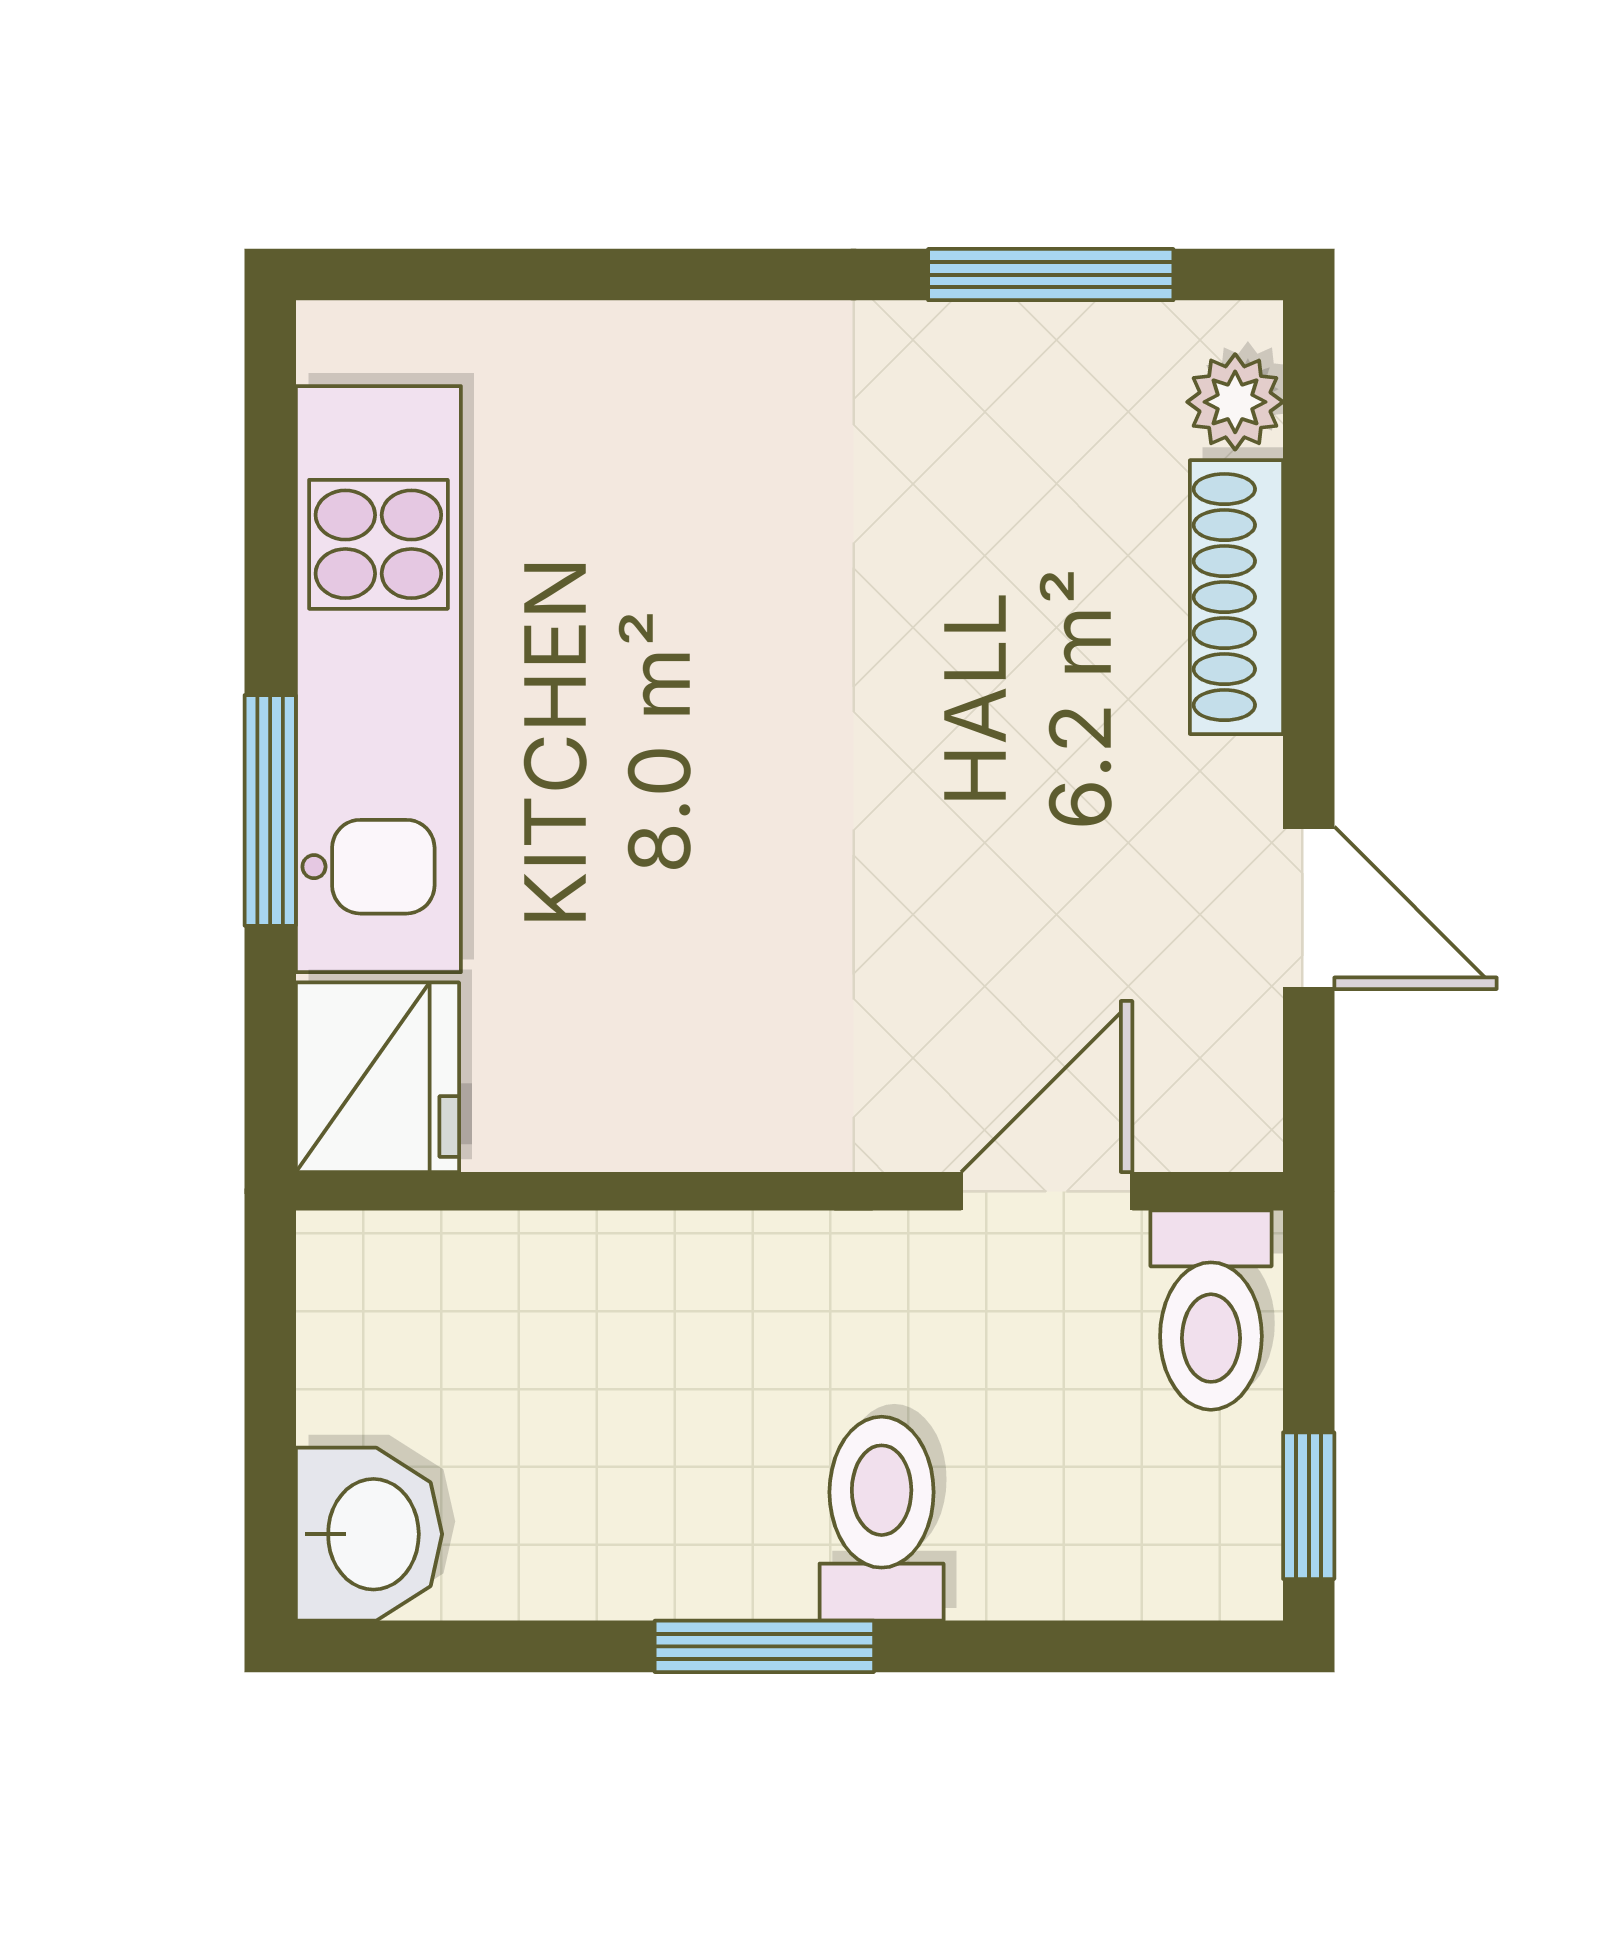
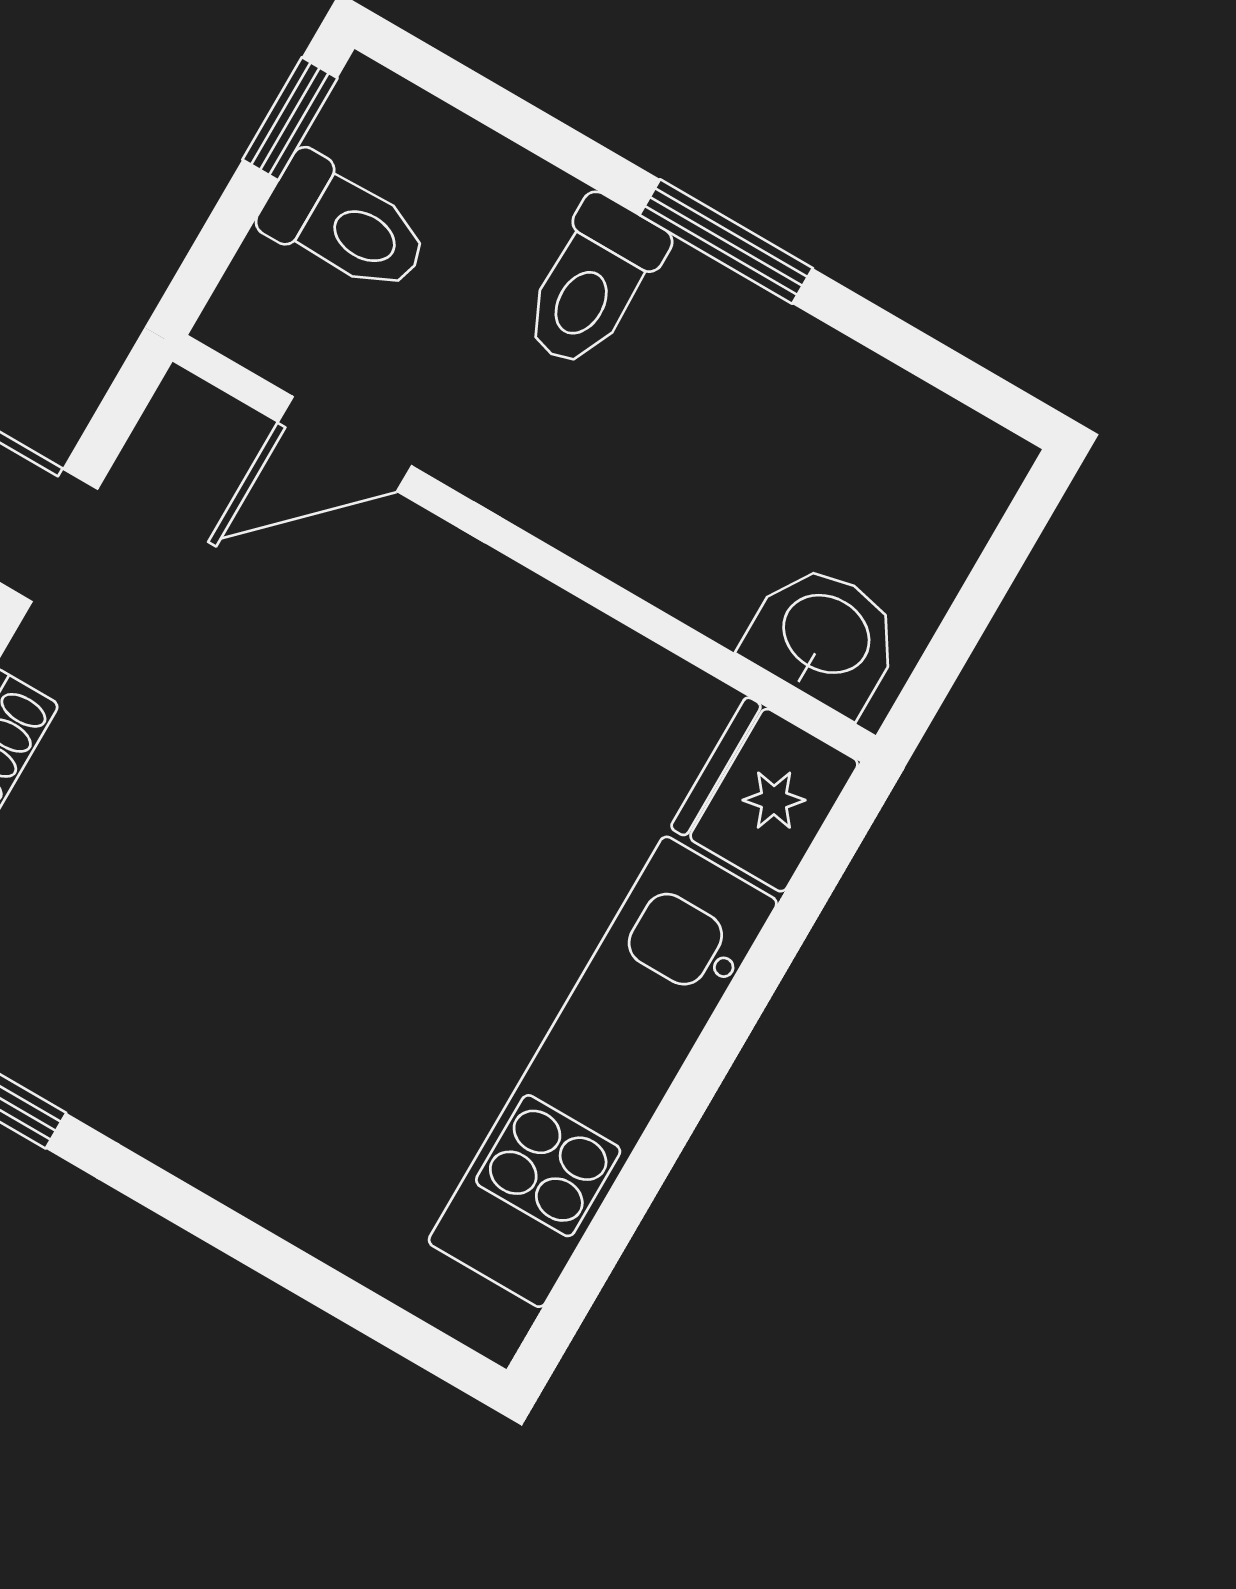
window: (270, 810) -> (731, 1024), removed
toilet: (1211, 1310) -> (345, 225), moved, turned 90
washbasin: (369, 1534) -> (825, 637), moved, turned 90

